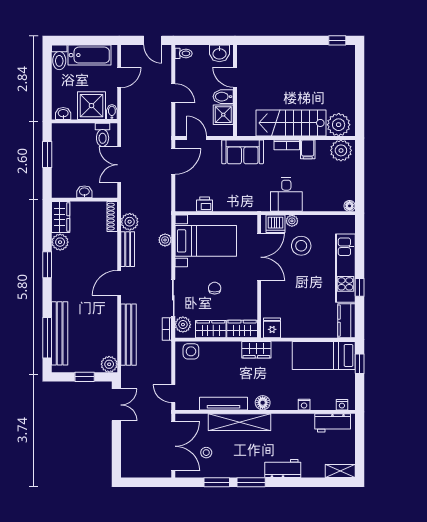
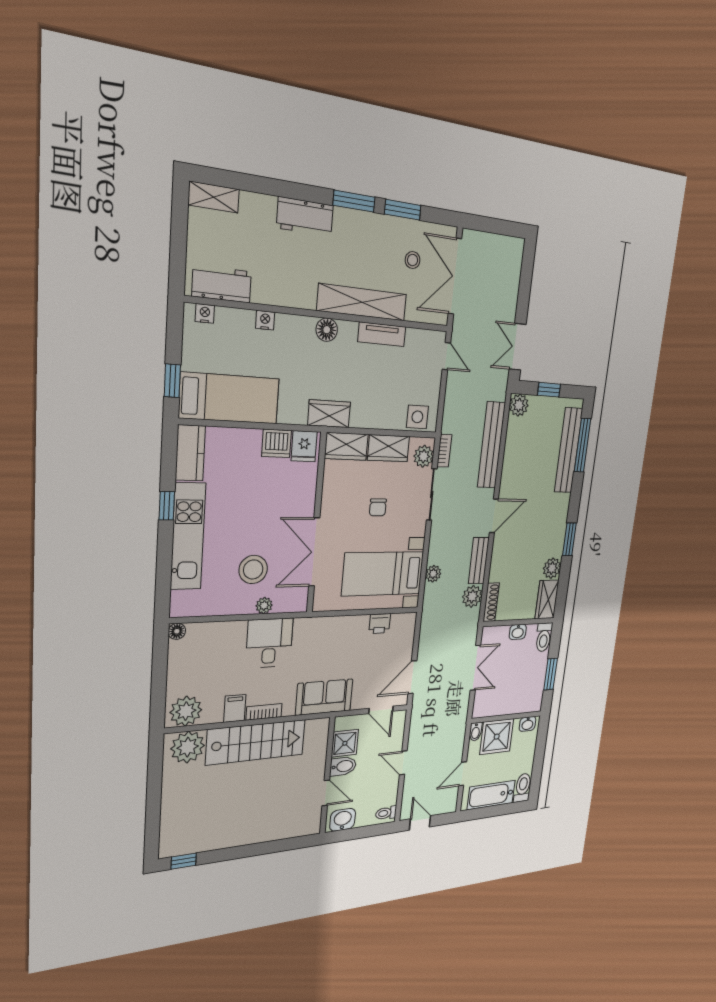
toilet: (103, 135) -> (544, 637), moved, turned 180
dishwasher: (275, 224) -> (277, 443), moved, turned 180
tv unit: (223, 404) -> (382, 334), width x0.71

